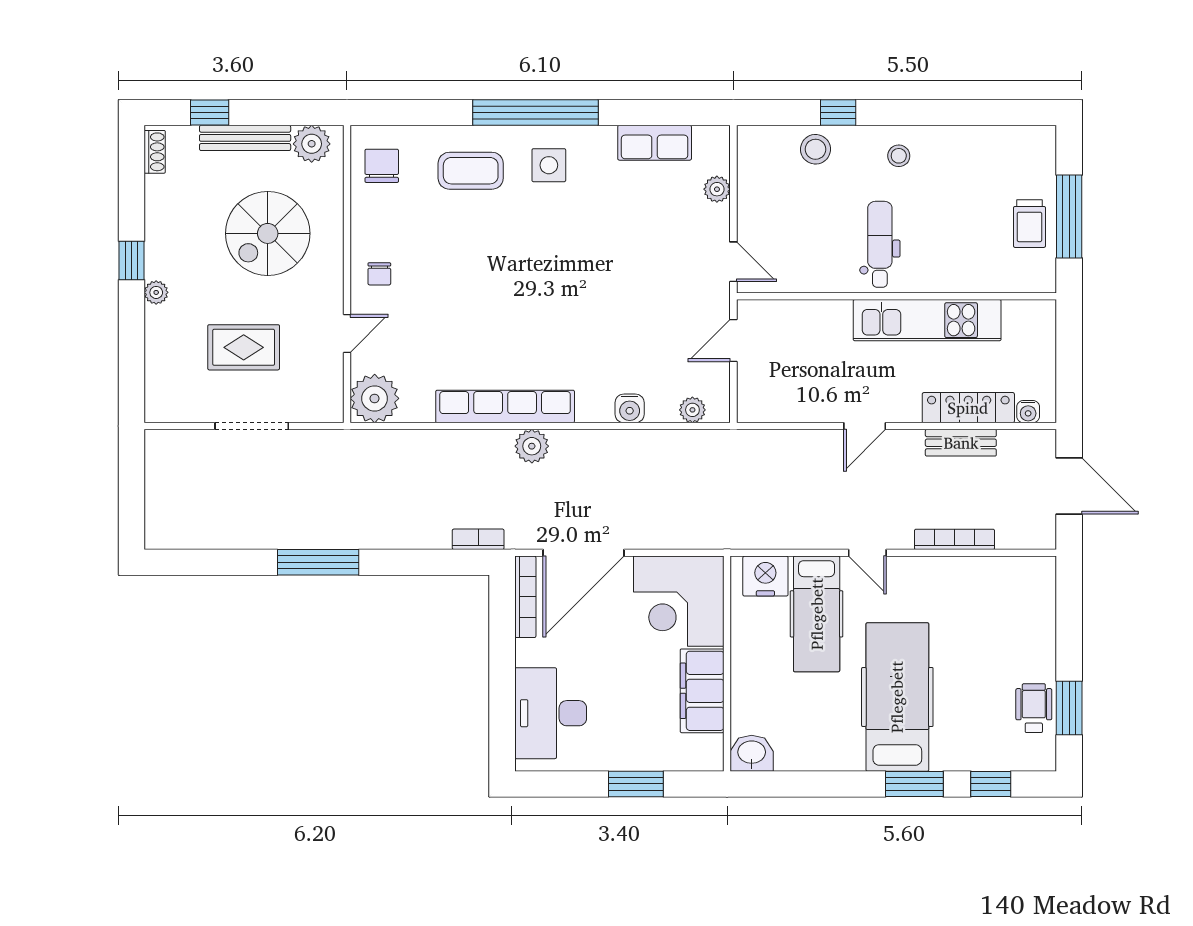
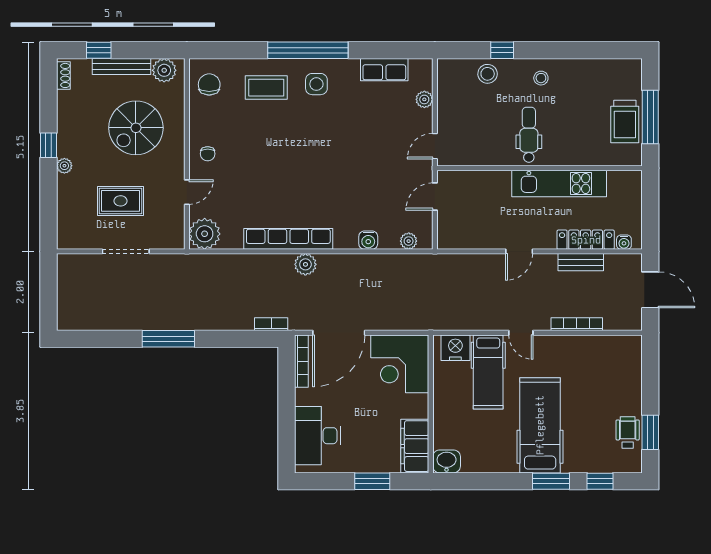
trolley: (1029, 224) -> (625, 121), width x1.36, depth x1.39
door: (733, 262) -> (435, 146), swing flipped
filing cabinet: (702, 691) -> (415, 446), moved

